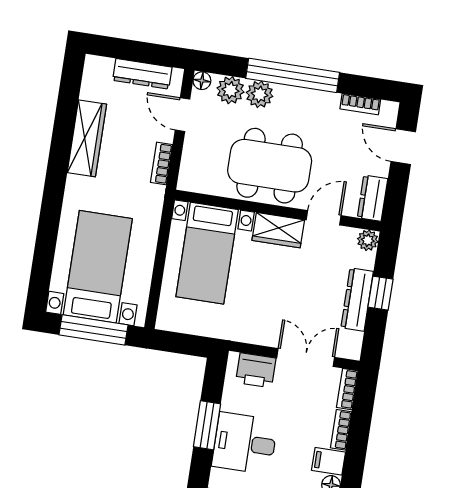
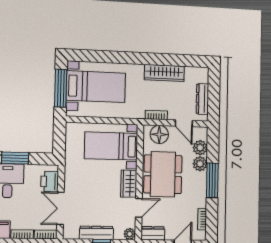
window: (293, 75) -> (212, 180), width x0.68
floor lamp: (202, 81) -> (159, 134), moved, width x1.89, depth x1.89
door: (182, 115) -> (184, 123), swing flipped
door: (324, 218) -> (139, 208), hinge flipped
double door: (306, 358) -> (60, 208), swing flipped

